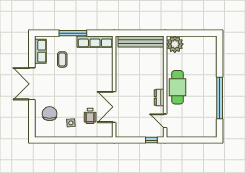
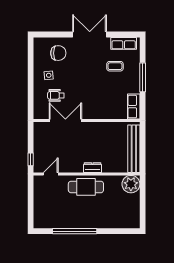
row of seats: (95, 42) -> (134, 107), width x0.68
dresser: (159, 98) -> (92, 168), moved

